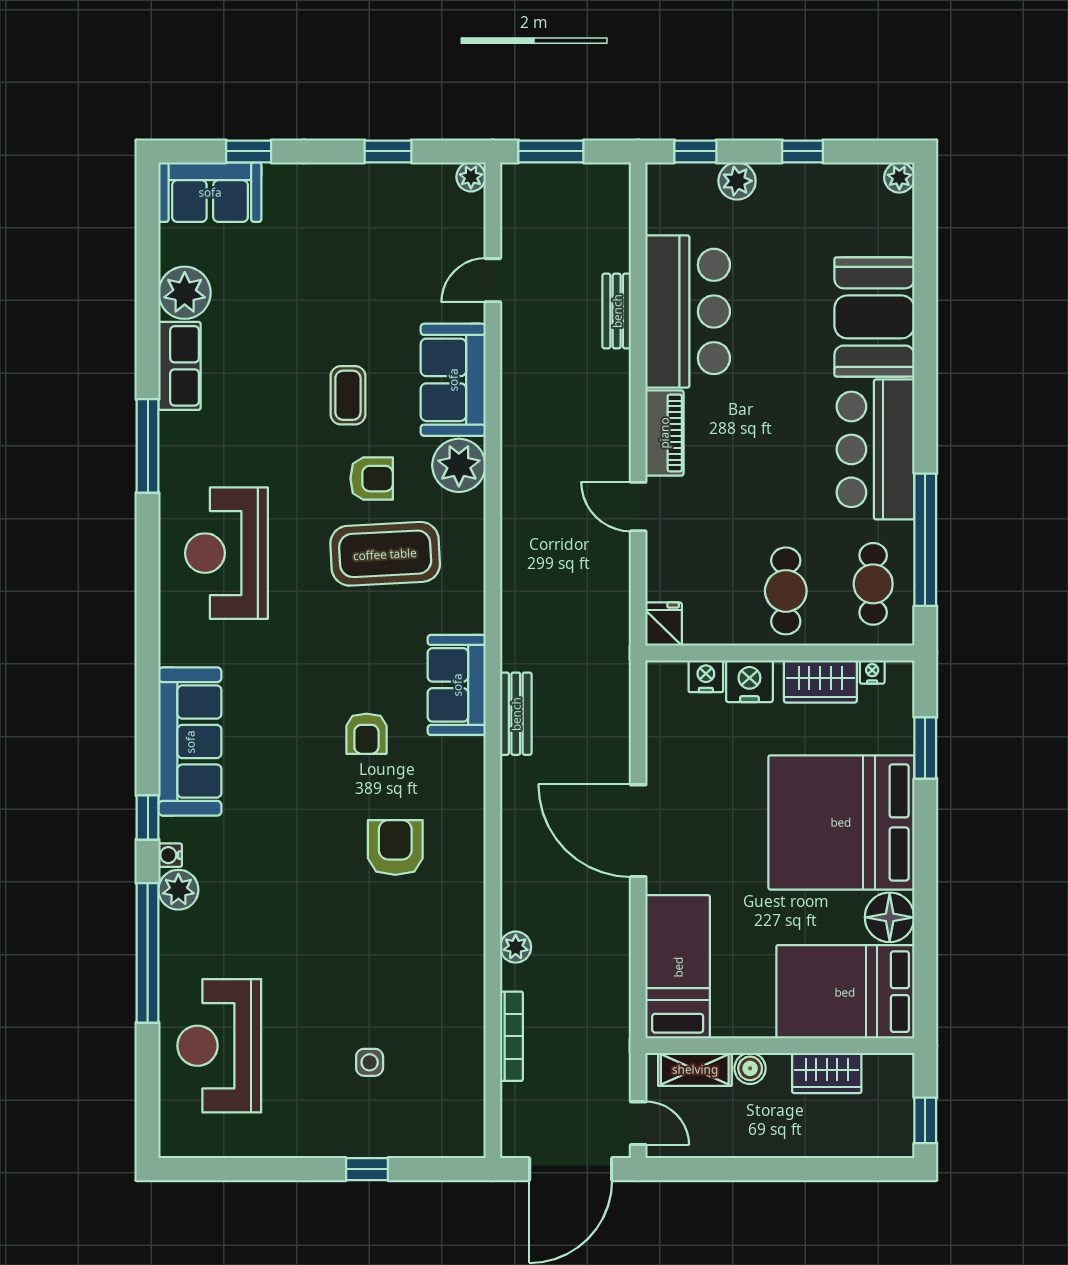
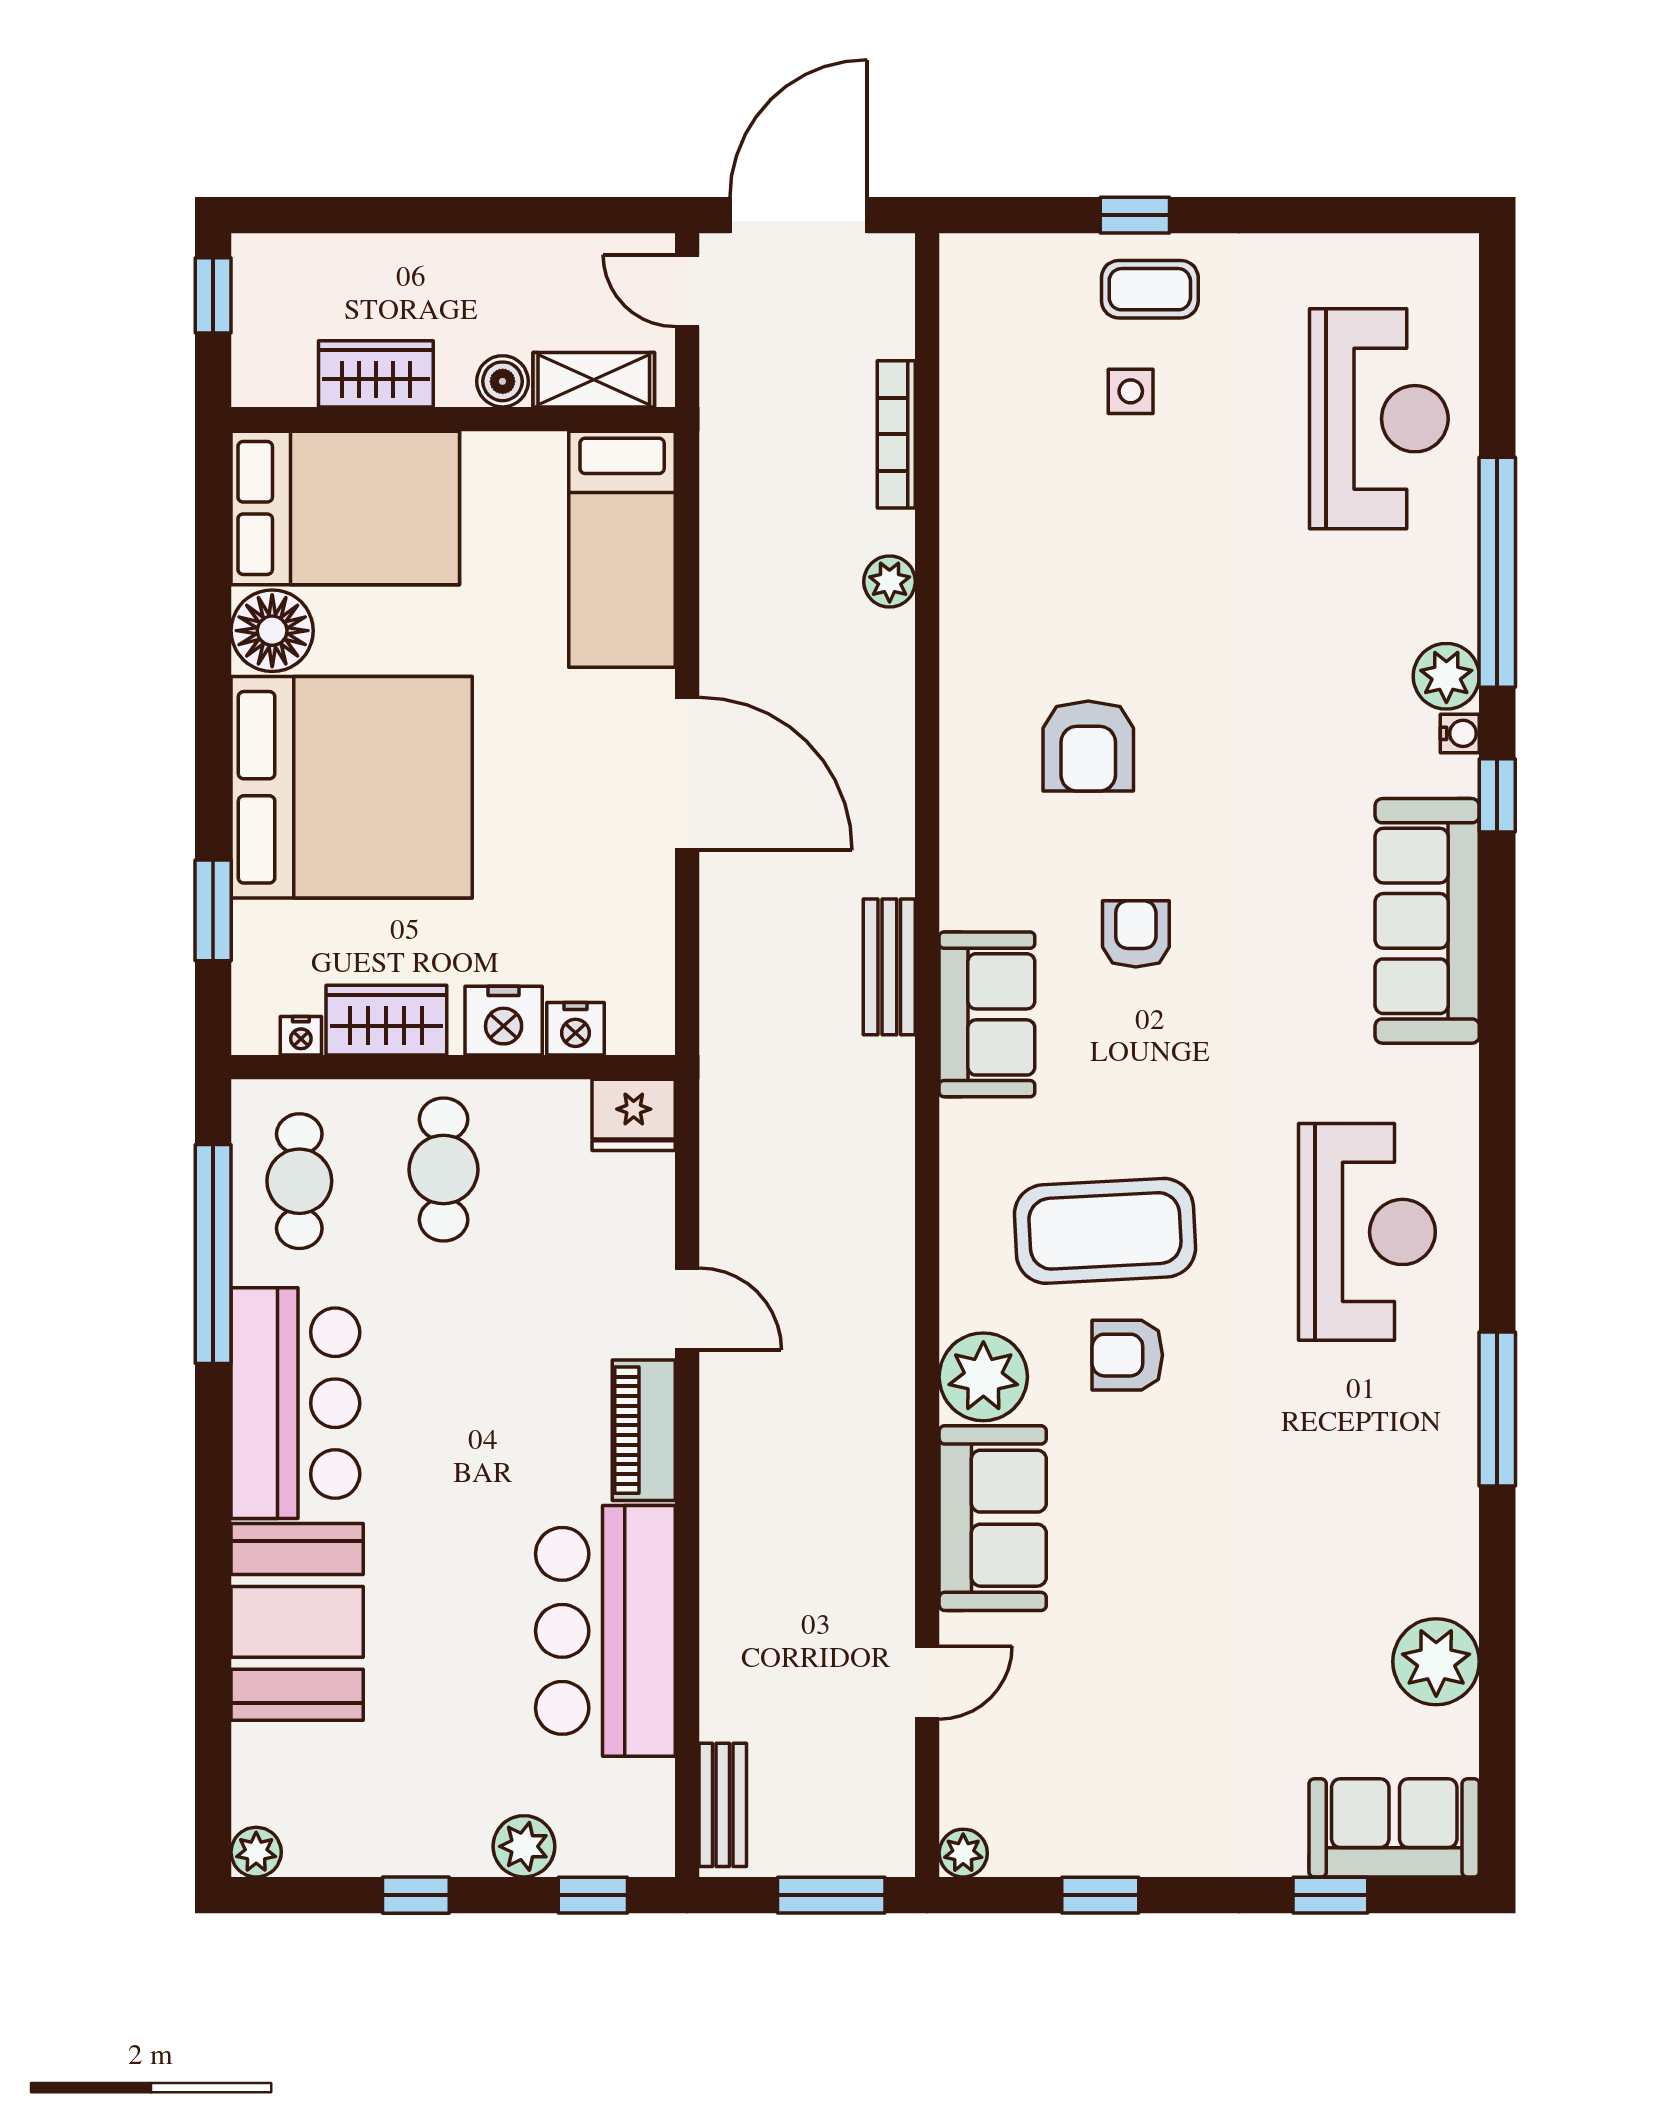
bench: (617, 311) -> (723, 1805), moved
row of seats: (179, 366) -> (1445, 1541), removed
coffee table: (348, 395) -> (1150, 289), moved, turned 90
fridge: (664, 624) -> (634, 1115), width x1.38

